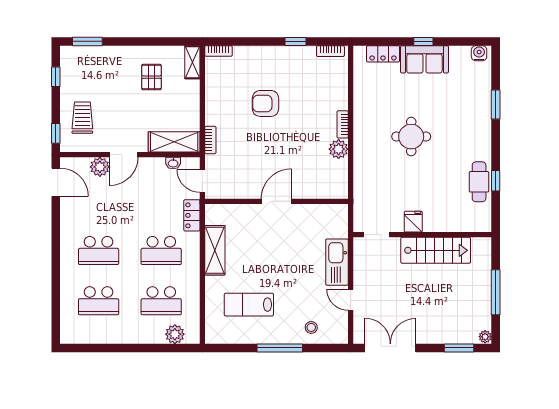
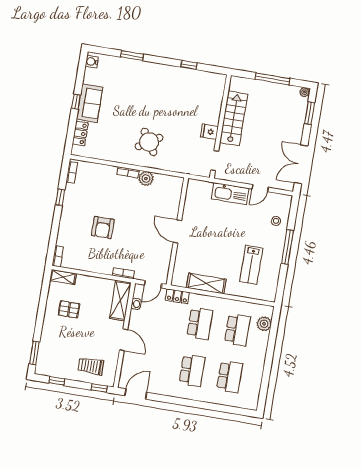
round table: (411, 137) -> (149, 142), moved, turned -32
plant: (100, 167) -> (130, 359), removed
cafe table: (479, 182) -> (188, 78), removed

